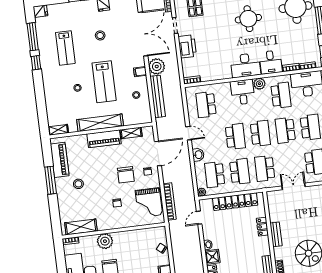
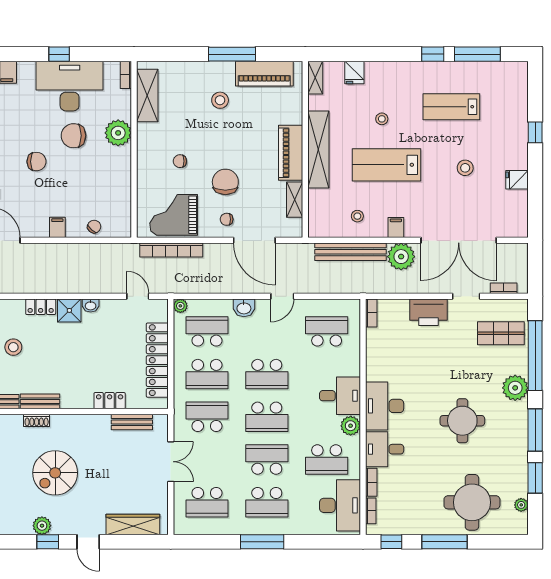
fridge: (40, 11) -> (354, 73), moved
chair: (126, 175) -> (225, 182), turned 90
bench: (276, 234) -> (132, 422), moved

